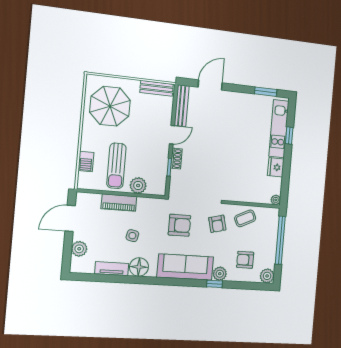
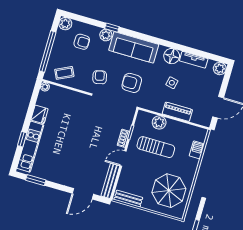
sun lounger: (116, 166) -> (156, 147), moved, turned 90
coffee table: (245, 218) -> (64, 73), moved
plant: (79, 249) -> (220, 69), moved

